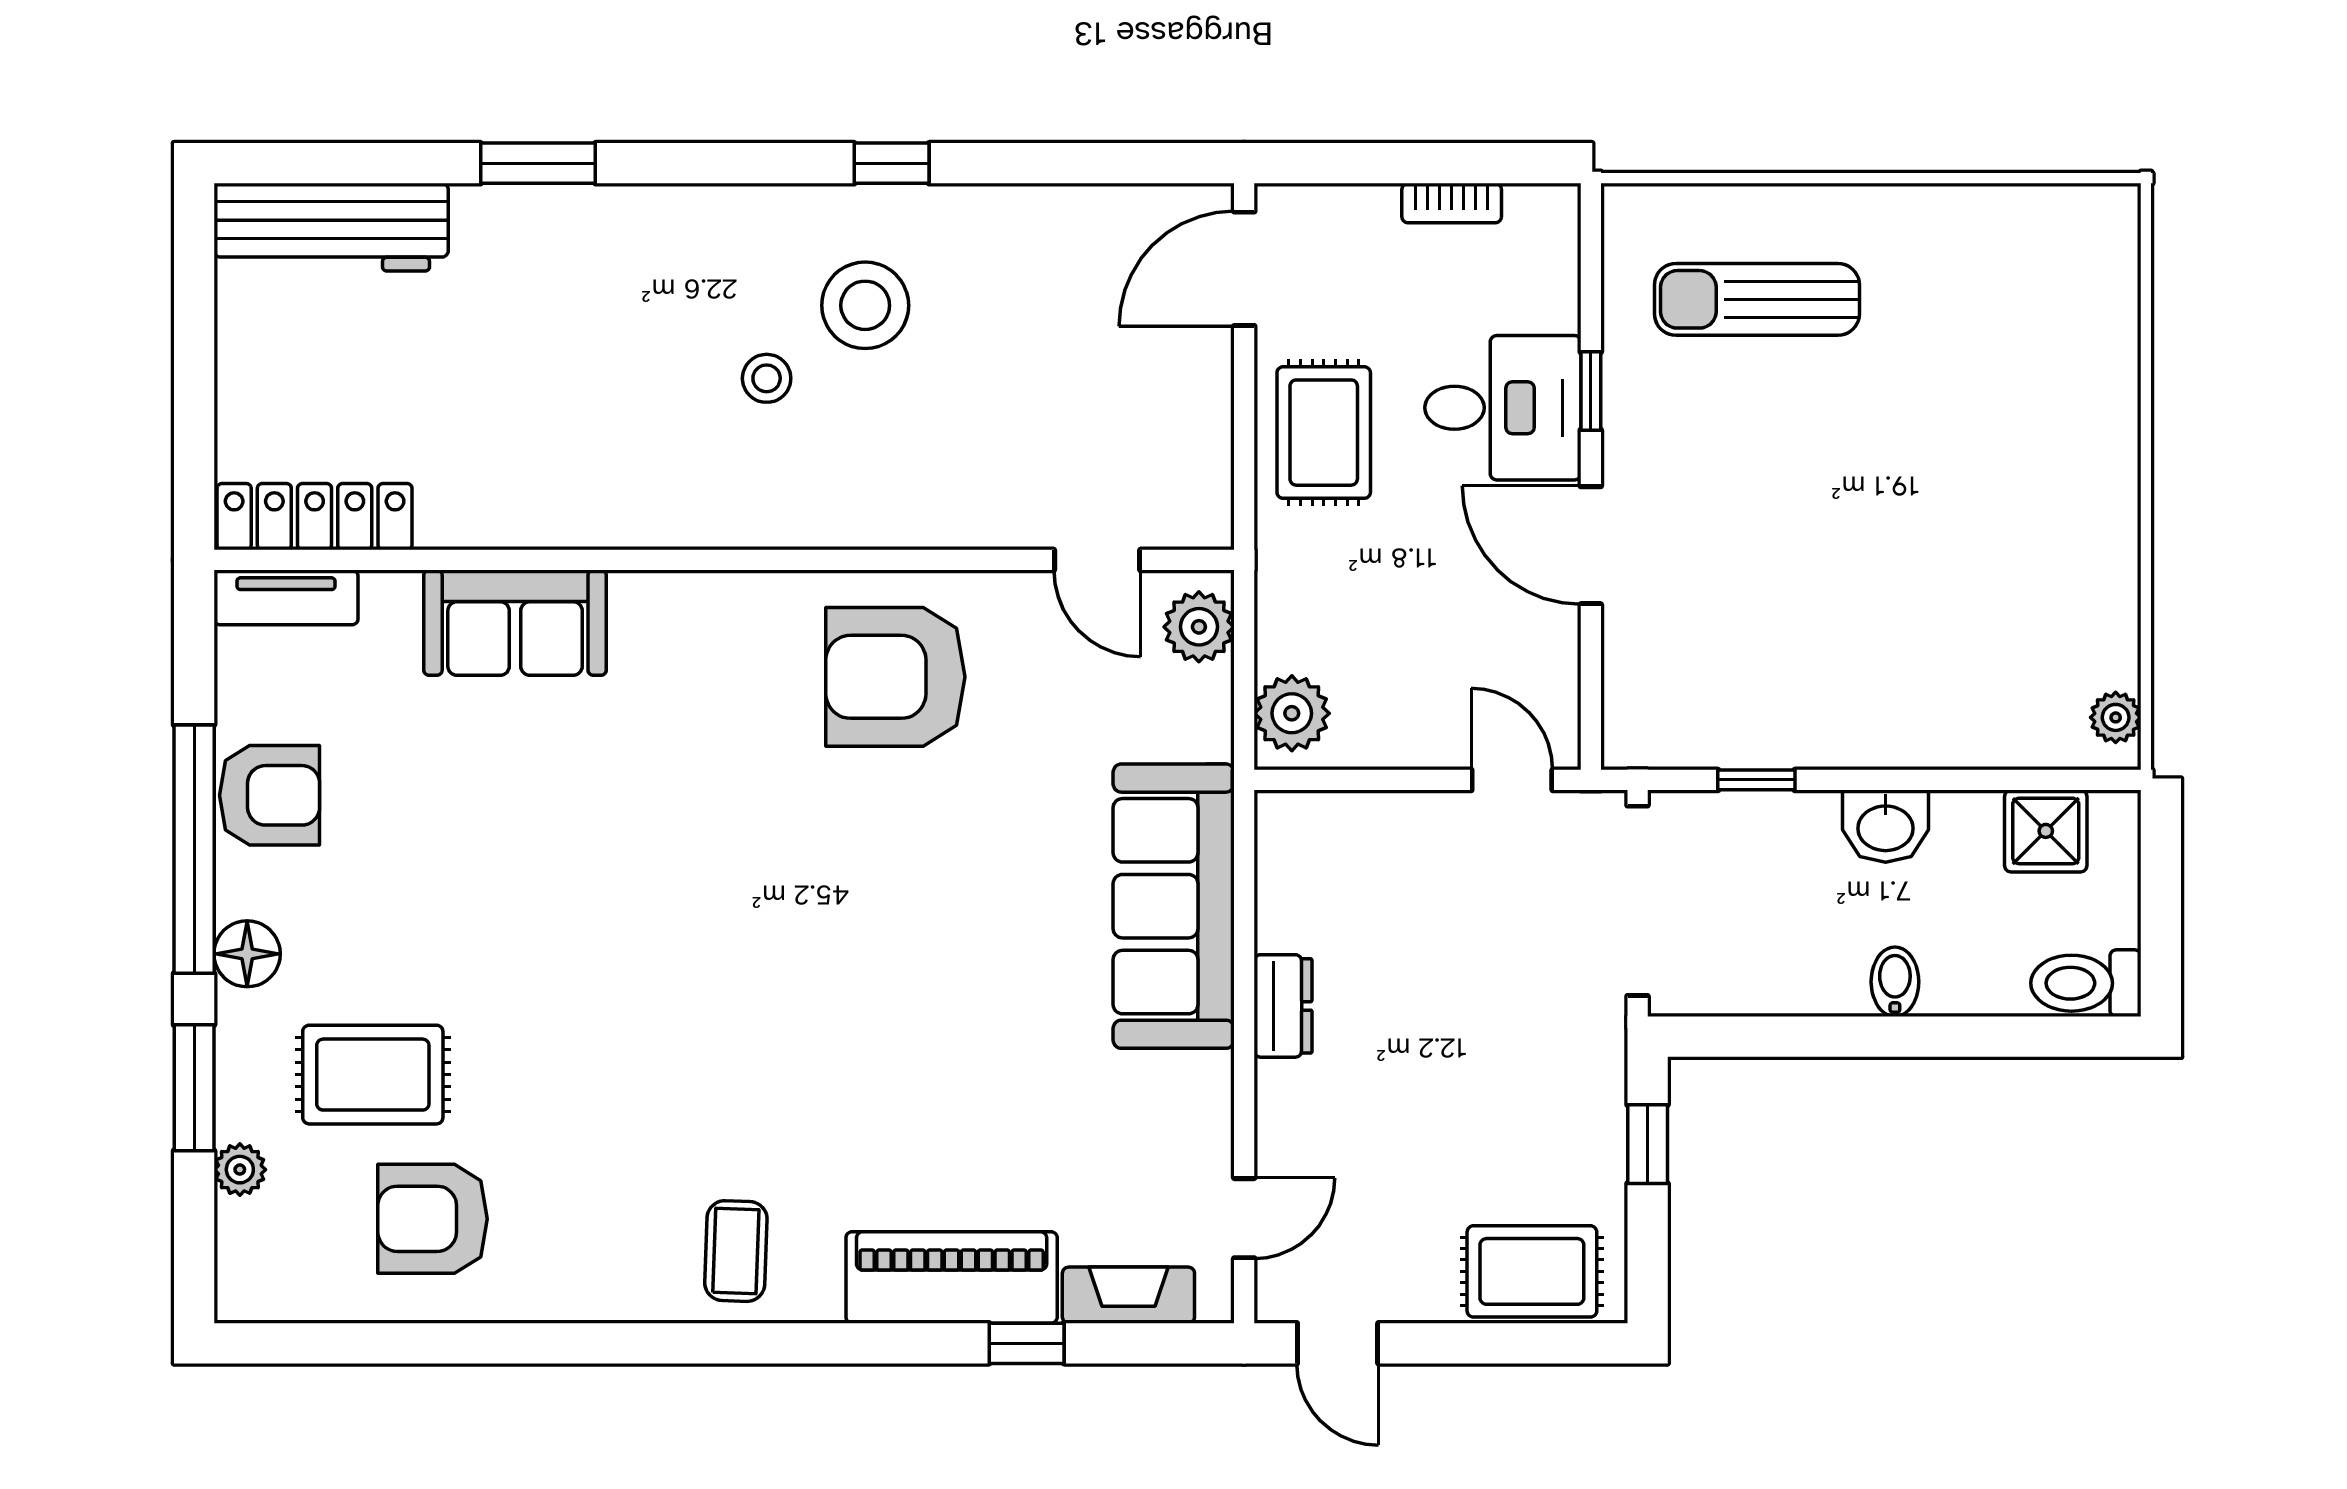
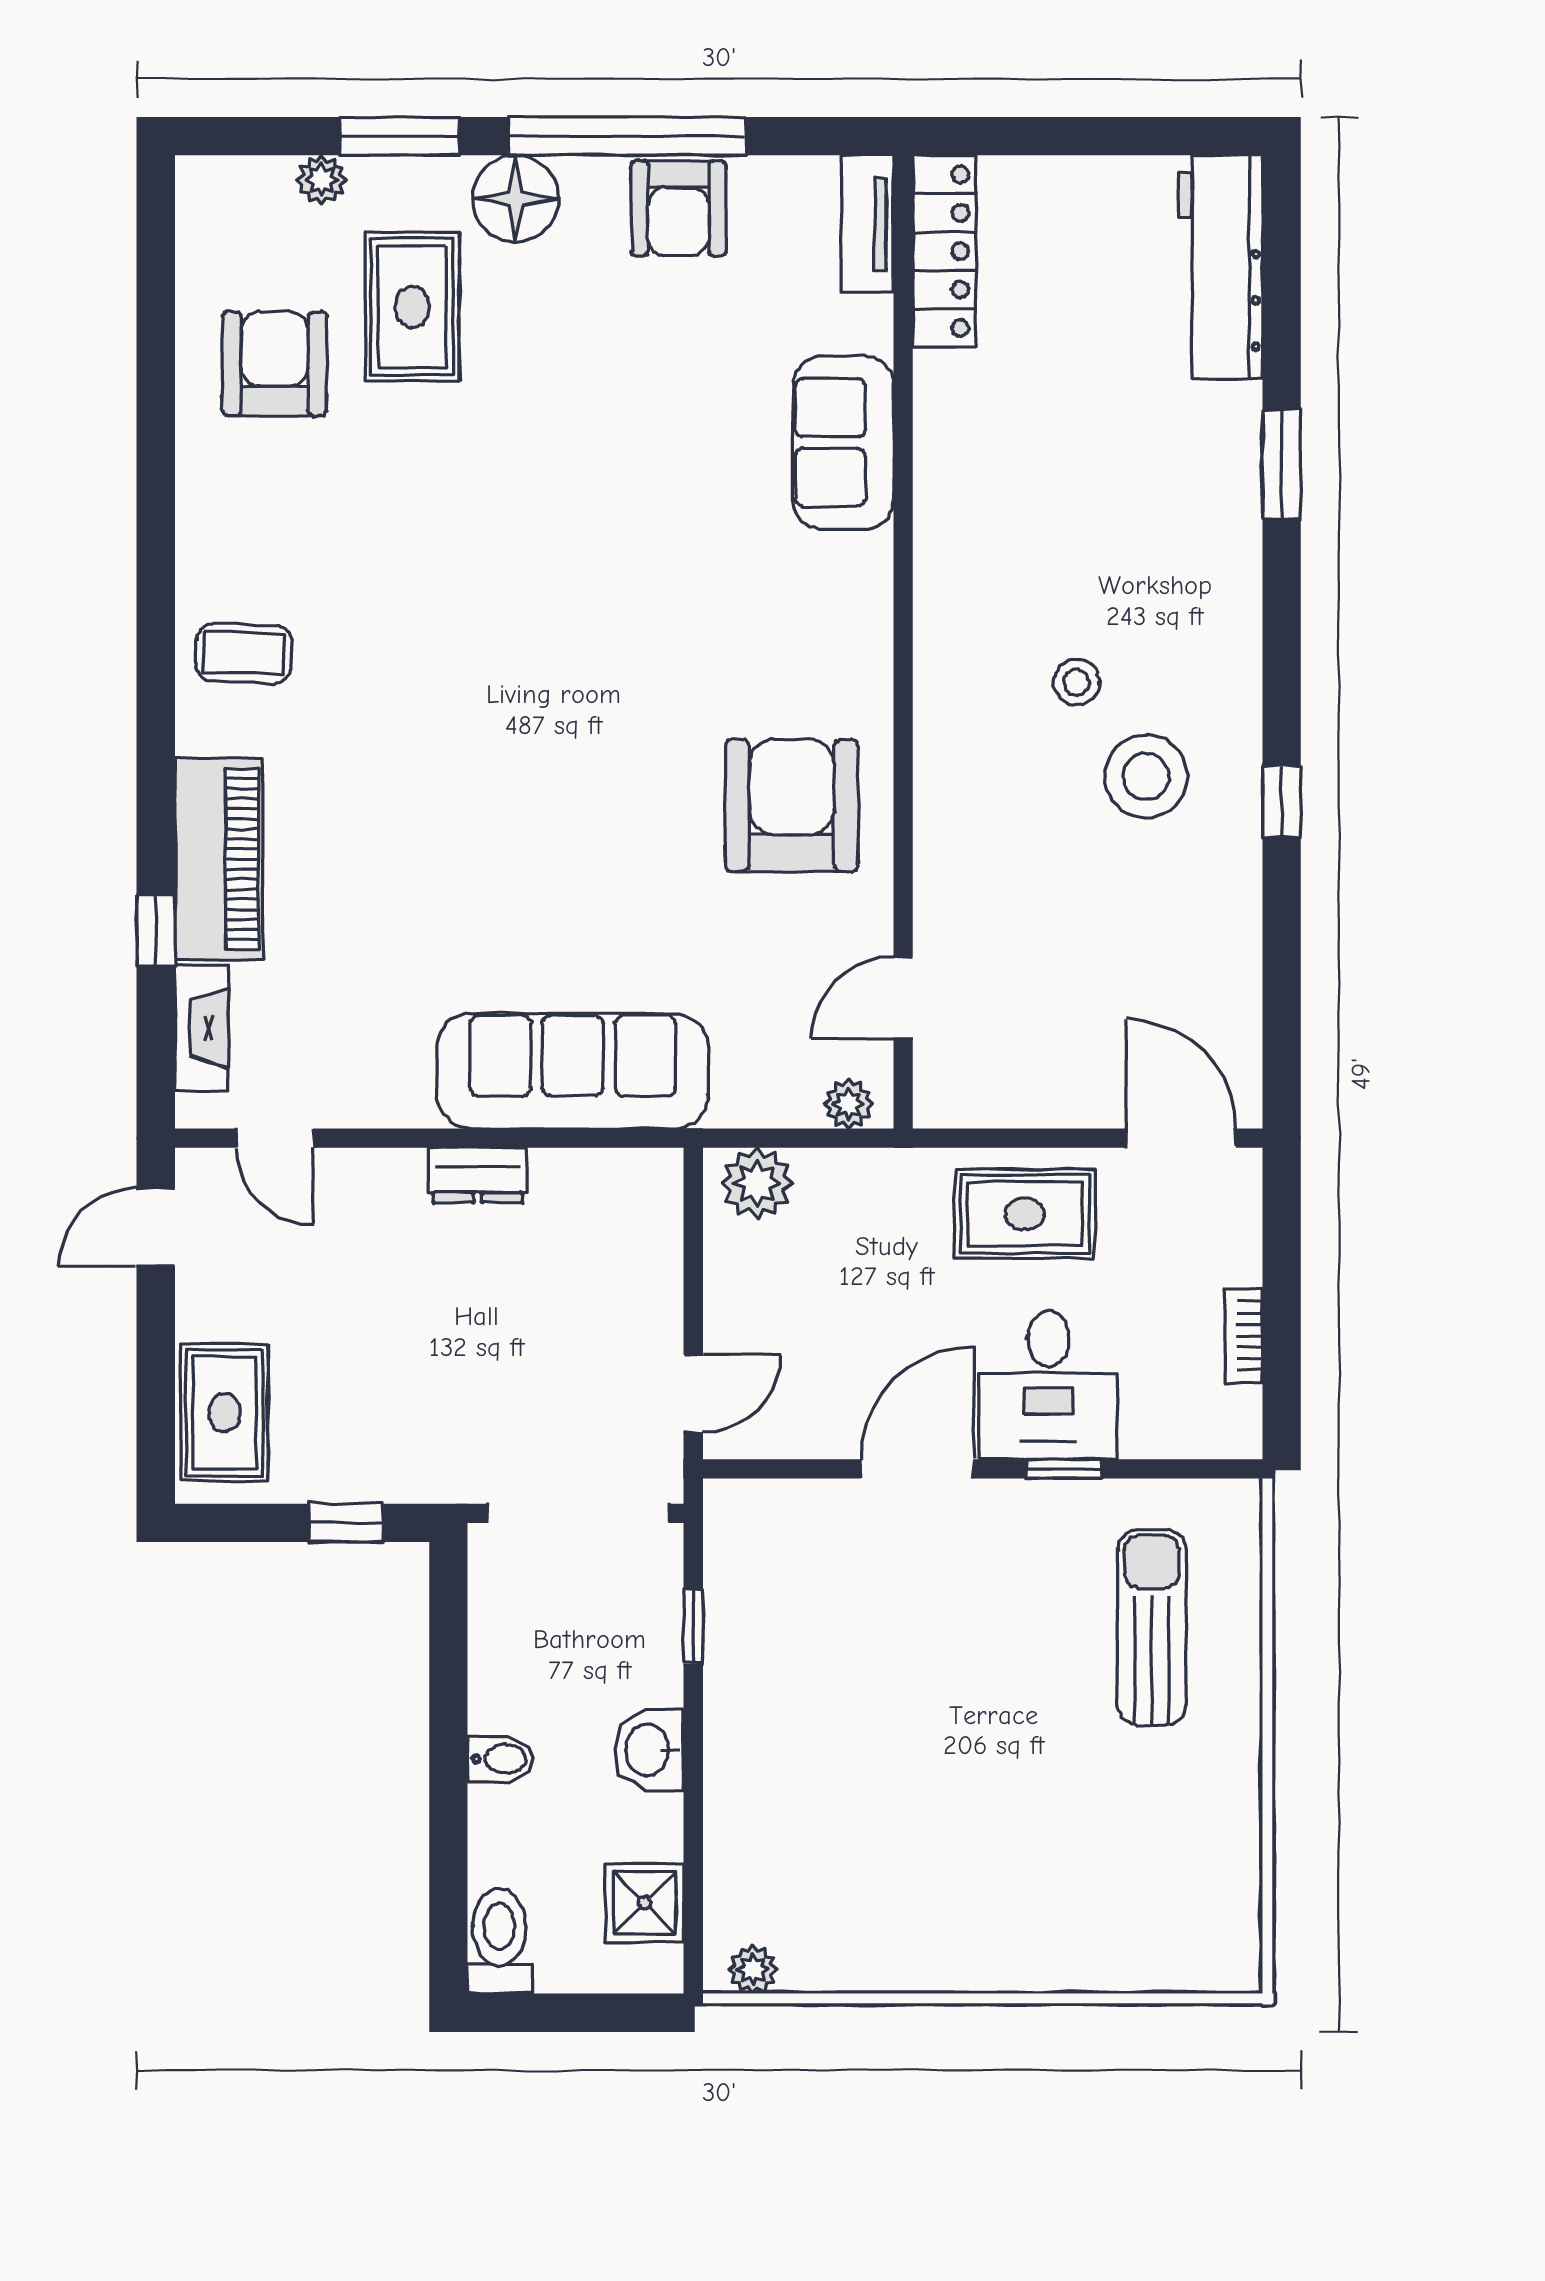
plant: (1199, 627) -> (849, 1104), width x0.73, depth x0.73
floor lamp: (247, 954) -> (516, 199), width x1.38, depth x1.38

